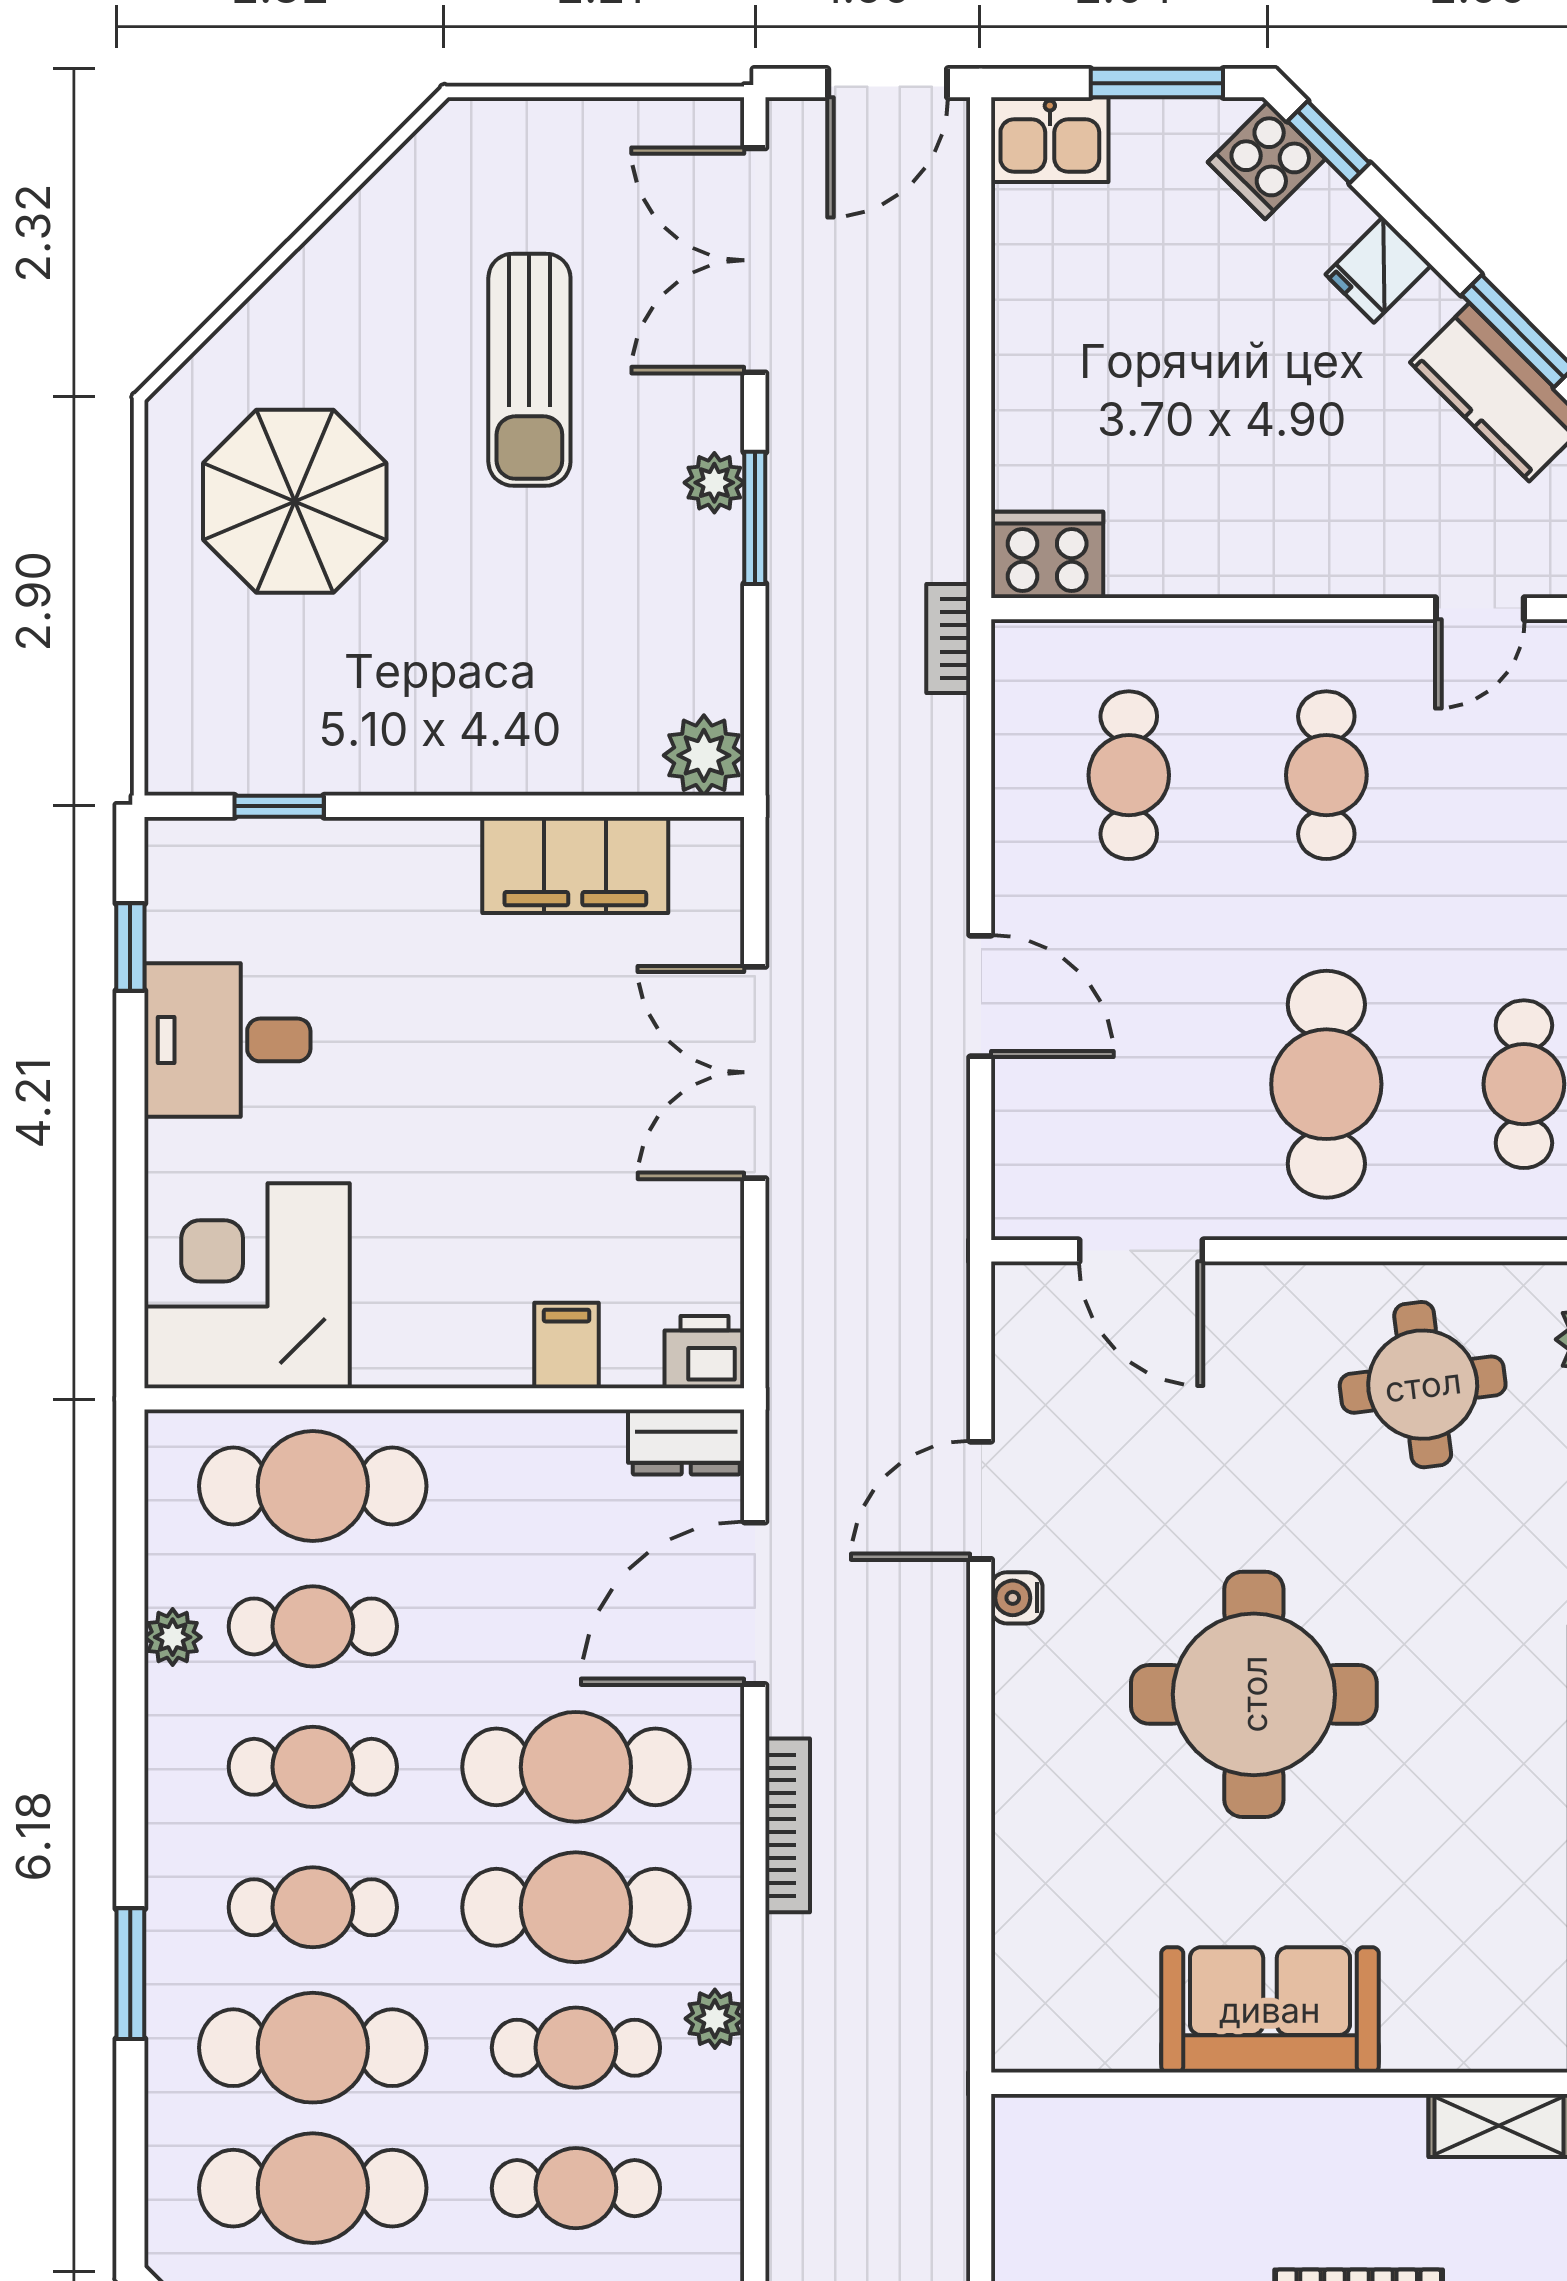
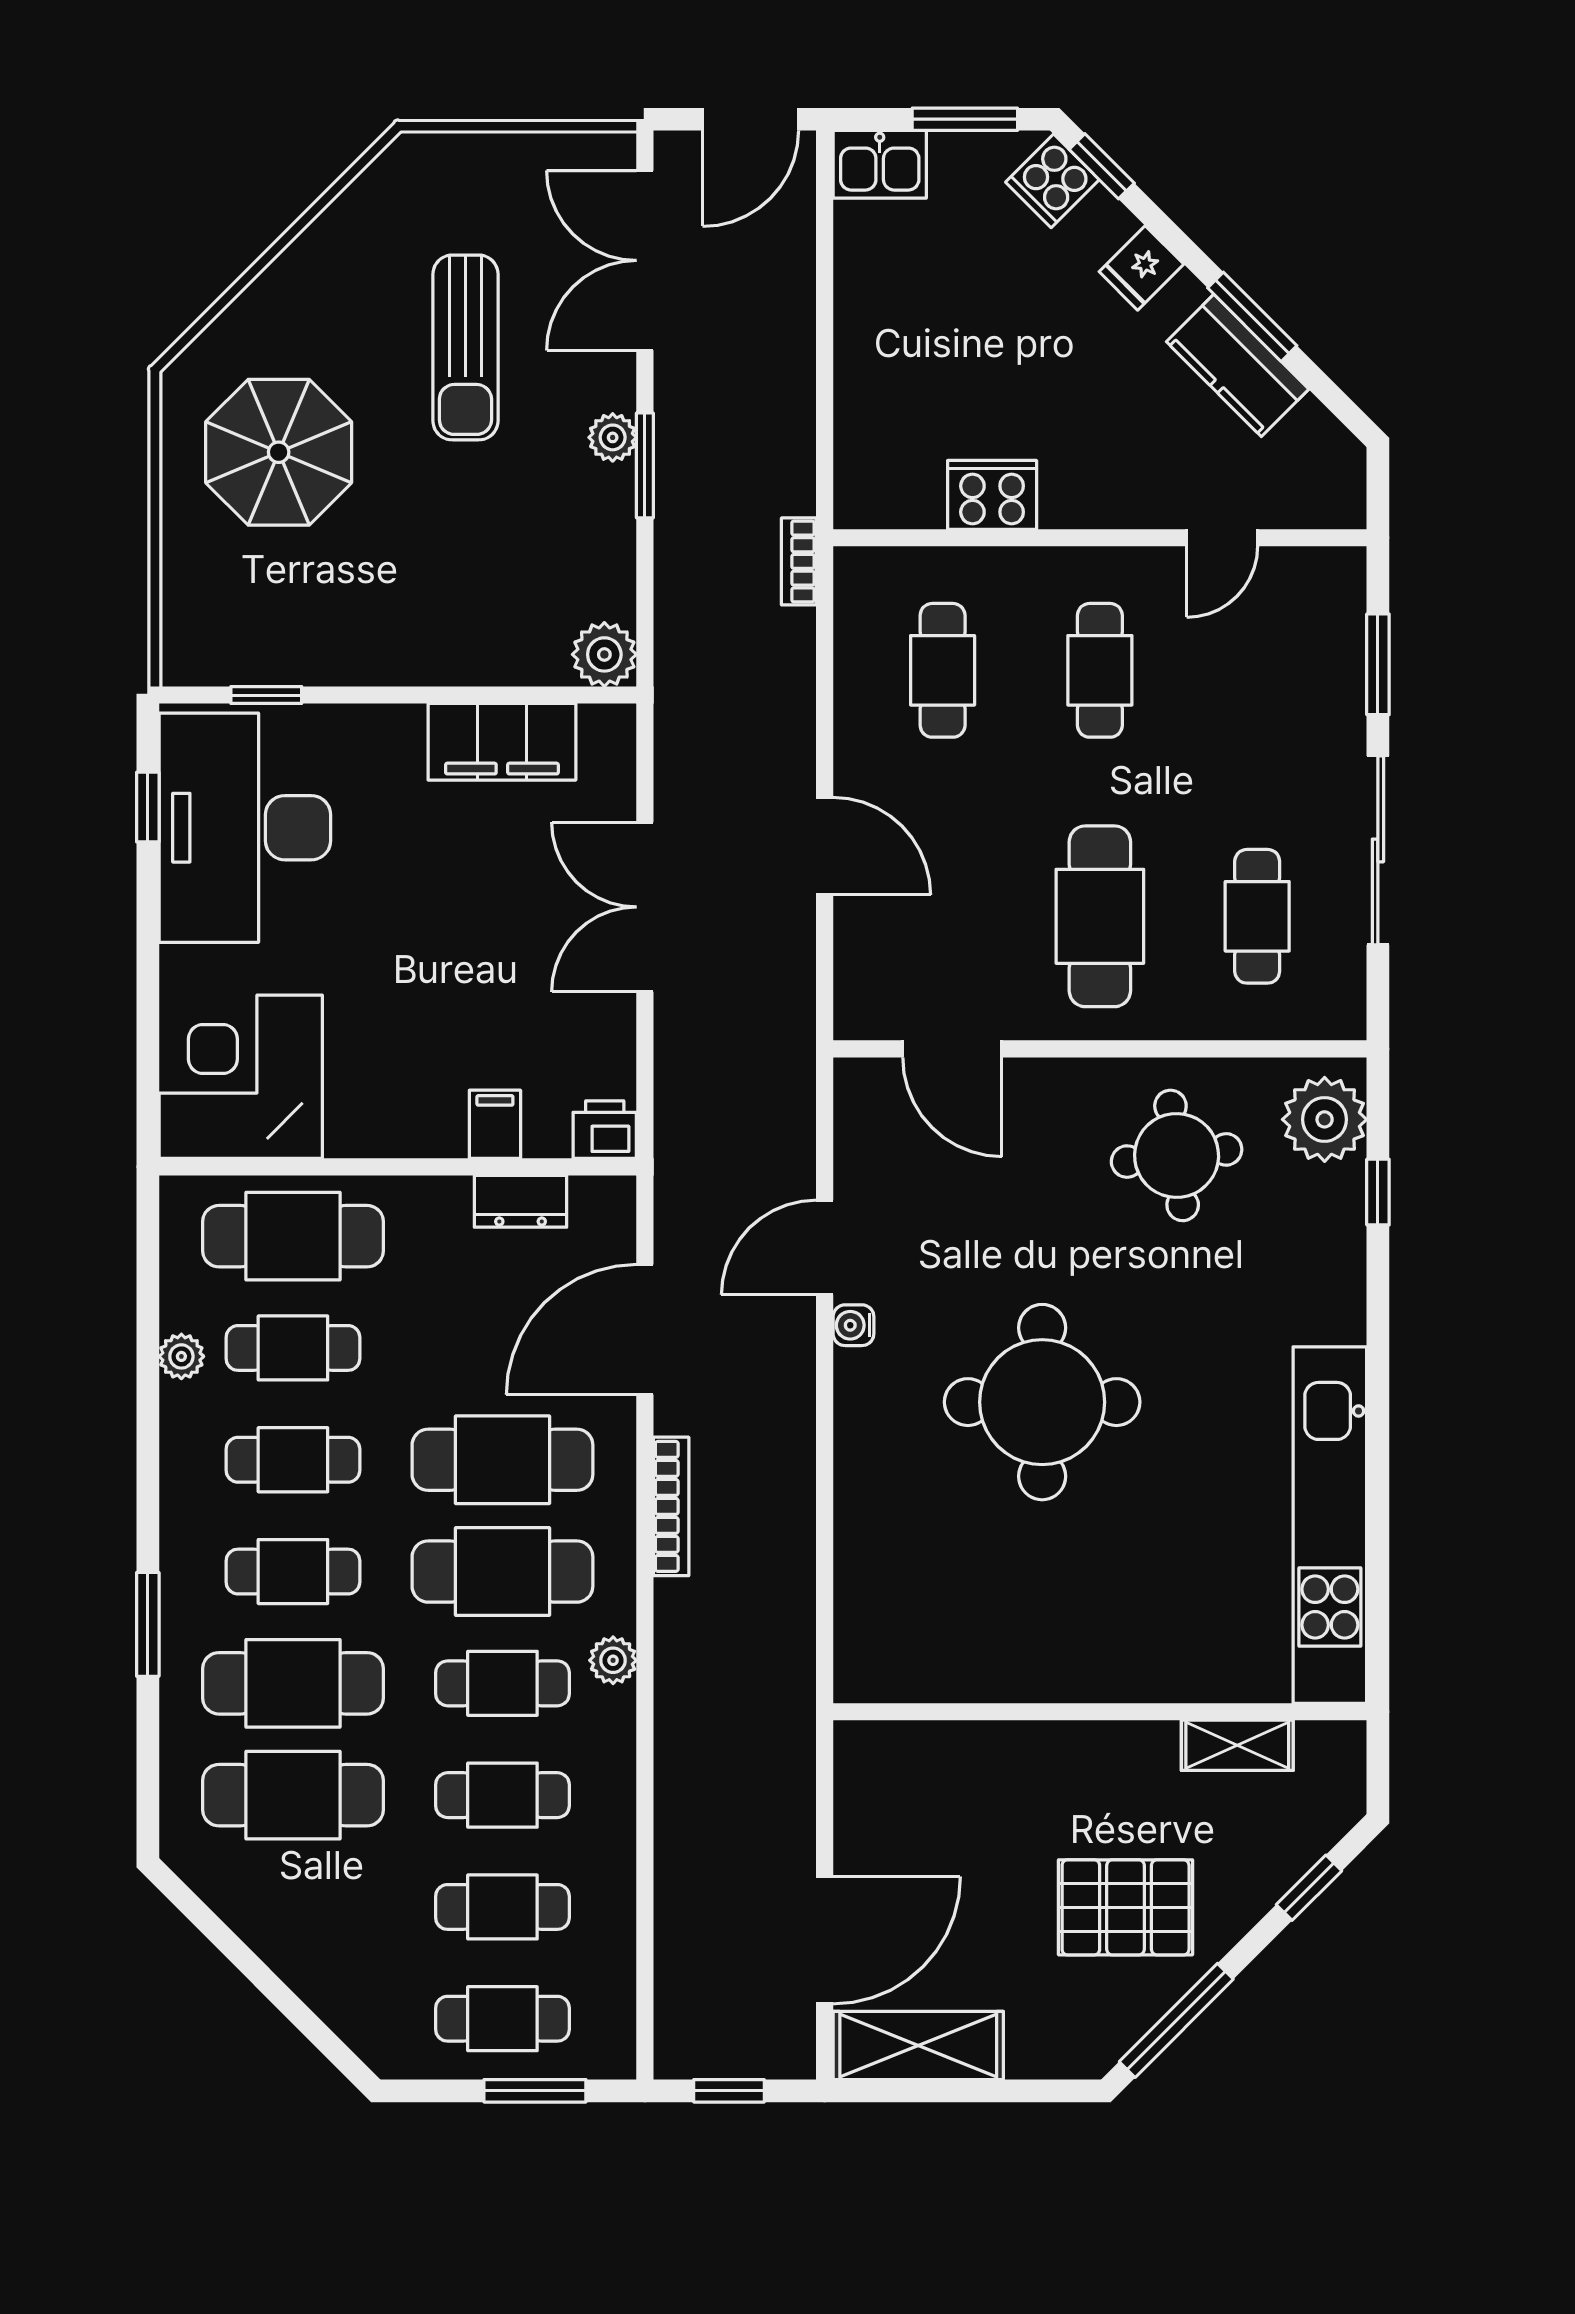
cooker: (1047, 555) -> (992, 495), moved
desk: (227, 1040) -> (245, 828), width x1.87, depth x1.30
dresser: (686, 1442) -> (521, 1201), moved
sofa: (1270, 2010) -> (1055, 1653), removed

